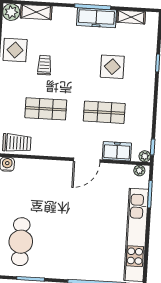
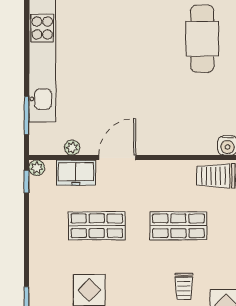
plant: (139, 171) -> (72, 148), moved

